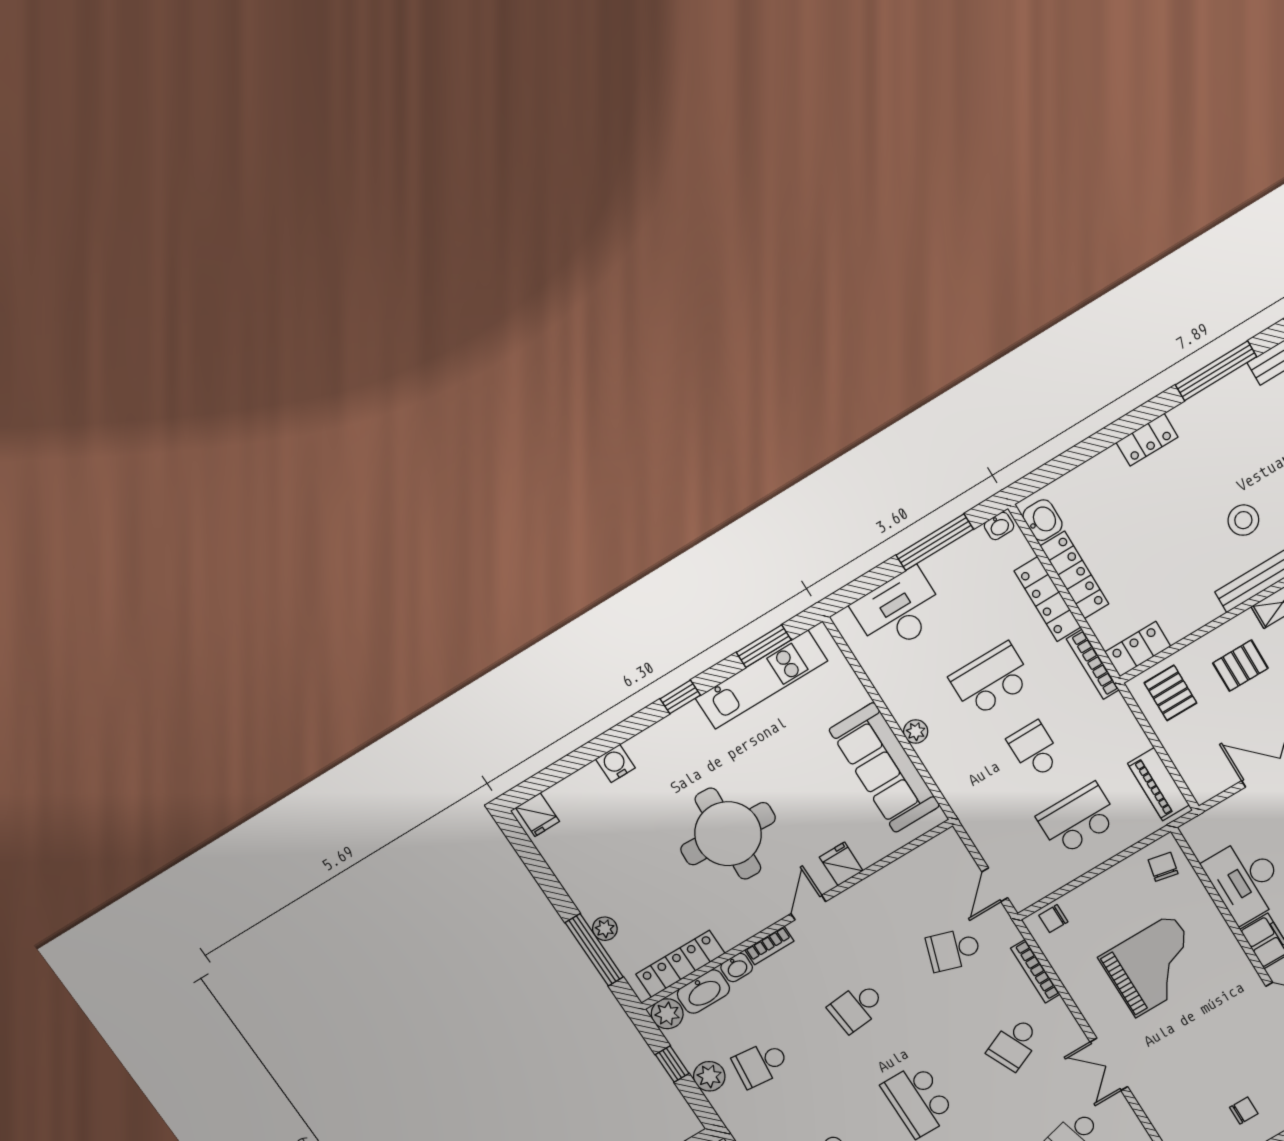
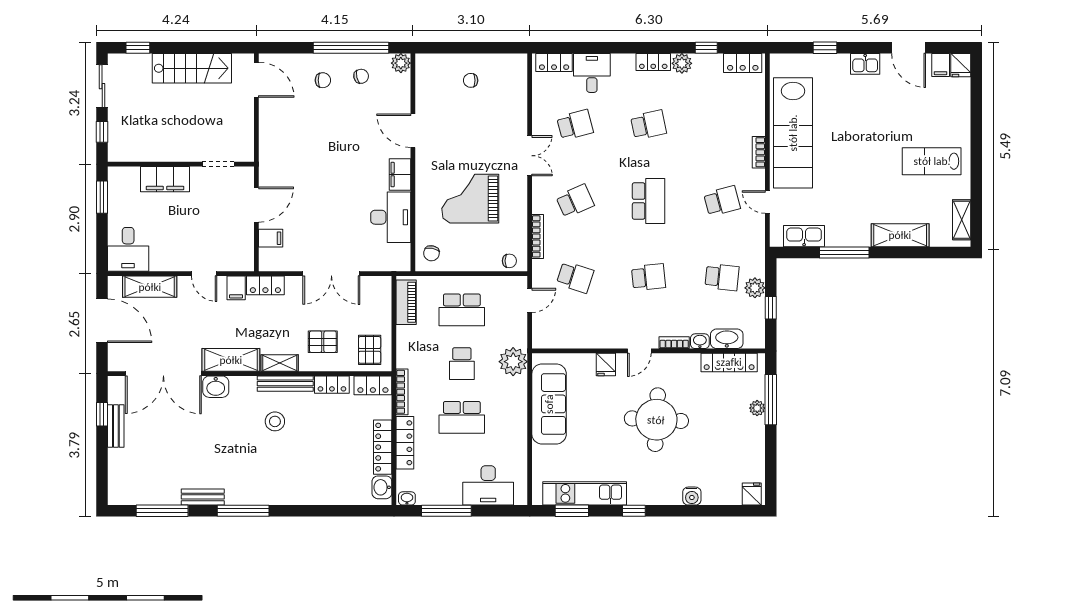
locker: (1147, 440) -> (332, 385), moved, turned 180
plant: (916, 731) -> (513, 362), moved, width x1.88, depth x1.88
plant: (667, 1014) -> (755, 338), removed

